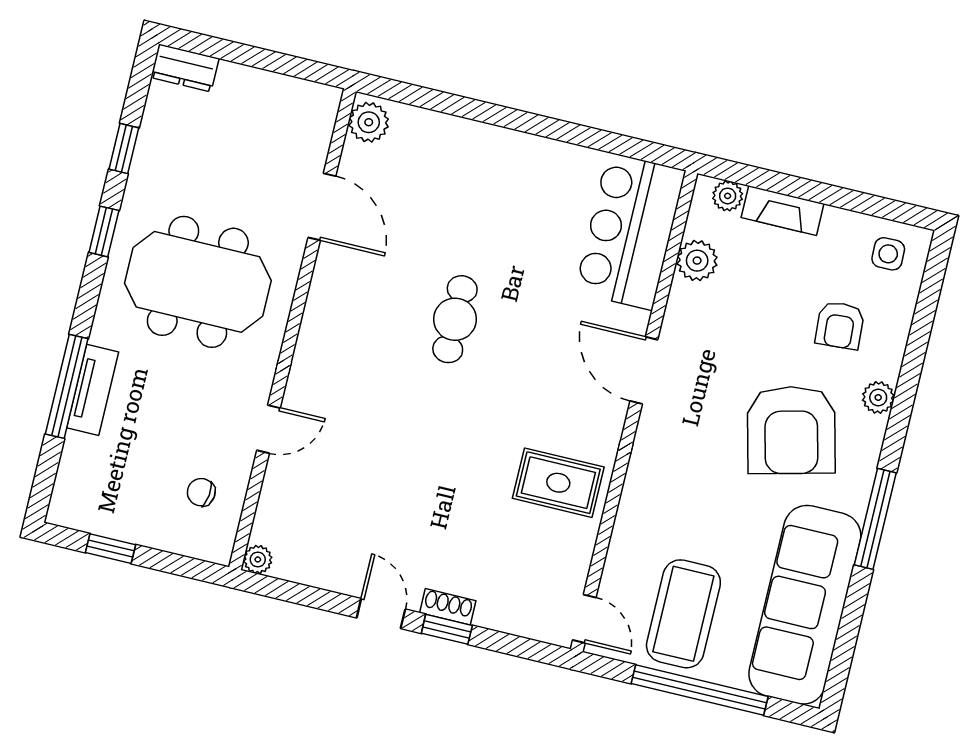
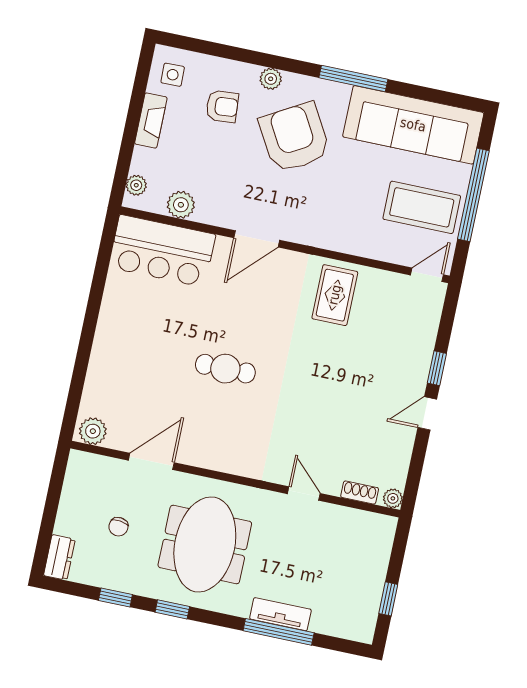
fireplace: (783, 211) -> (151, 121), moved
armchair: (791, 430) -> (295, 137), turned -106
chair: (201, 492) -> (118, 527), moved
shoe rack: (448, 607) -> (360, 493), moved, turned 90

